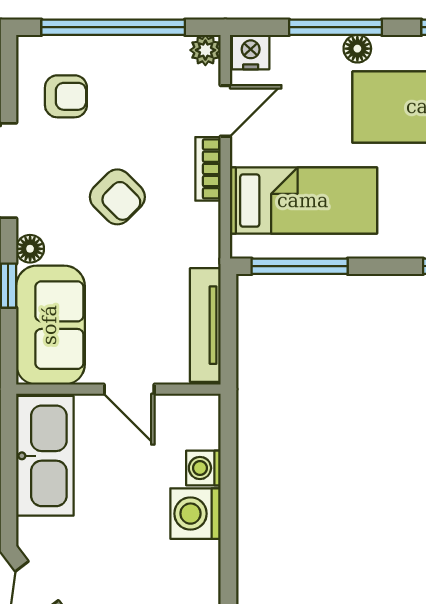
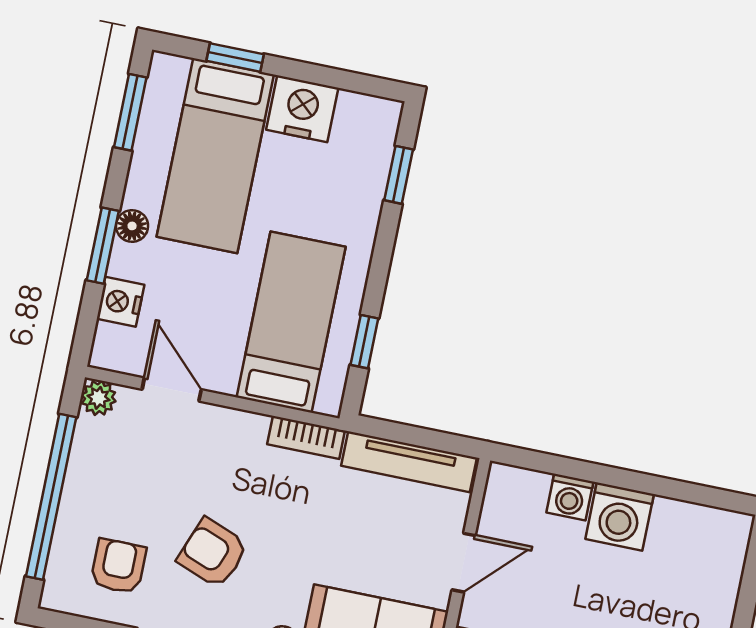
window: (336, 27) -> (103, 246), width x0.69
nightstand: (251, 52) -> (120, 302), moved
bookcase: (208, 169) -> (306, 437), moved
armchair: (117, 197) -> (213, 553), moved, turned -114
window: (300, 266) -> (364, 342), width x0.46

